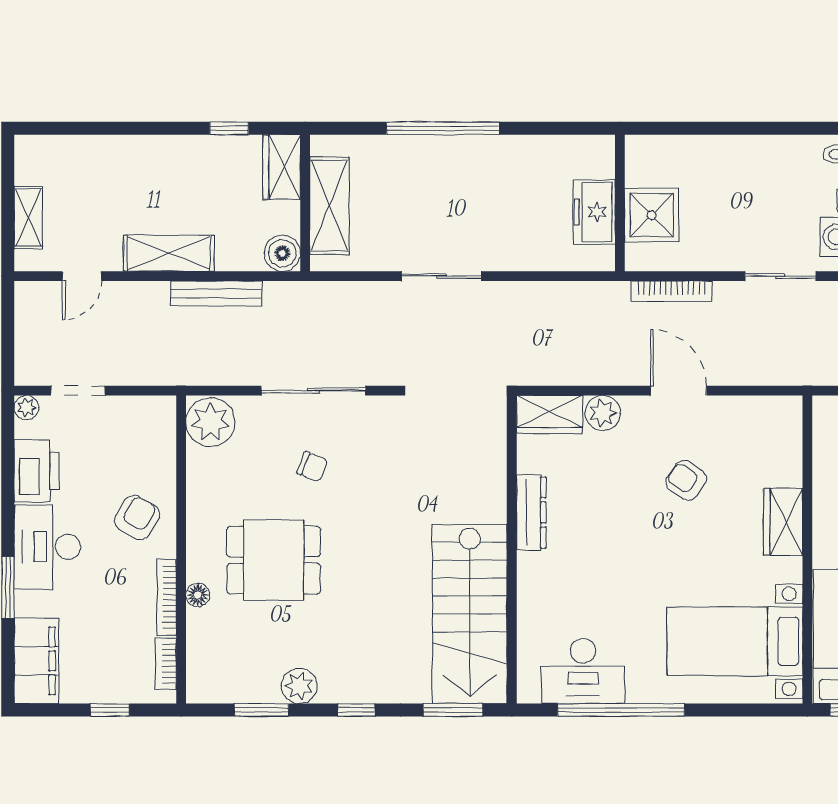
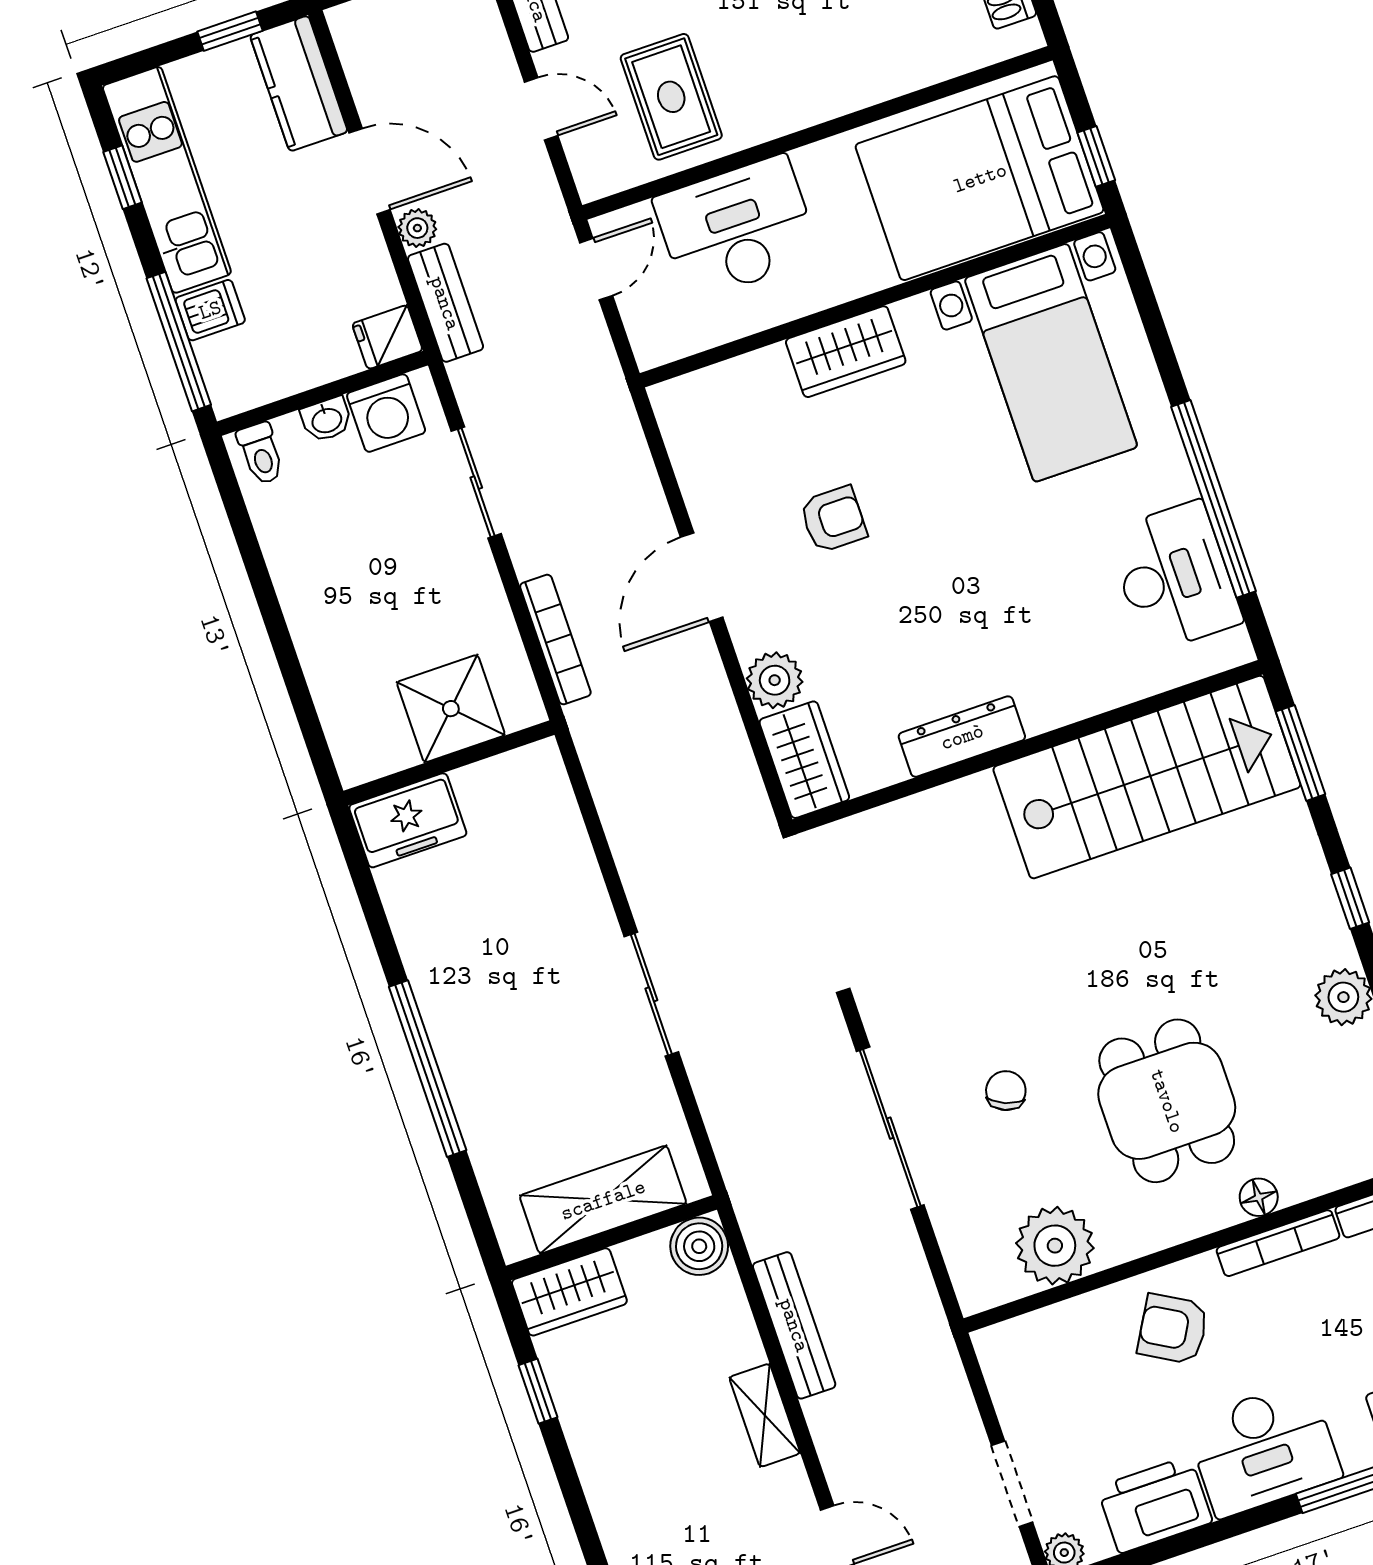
freezer: (594, 212) -> (408, 820), moved
shelving: (169, 253) -> (765, 1415), width x0.67, depth x0.75
plant: (210, 422) -> (1055, 1246), moved
armchair: (686, 480) -> (833, 519), turned -124

